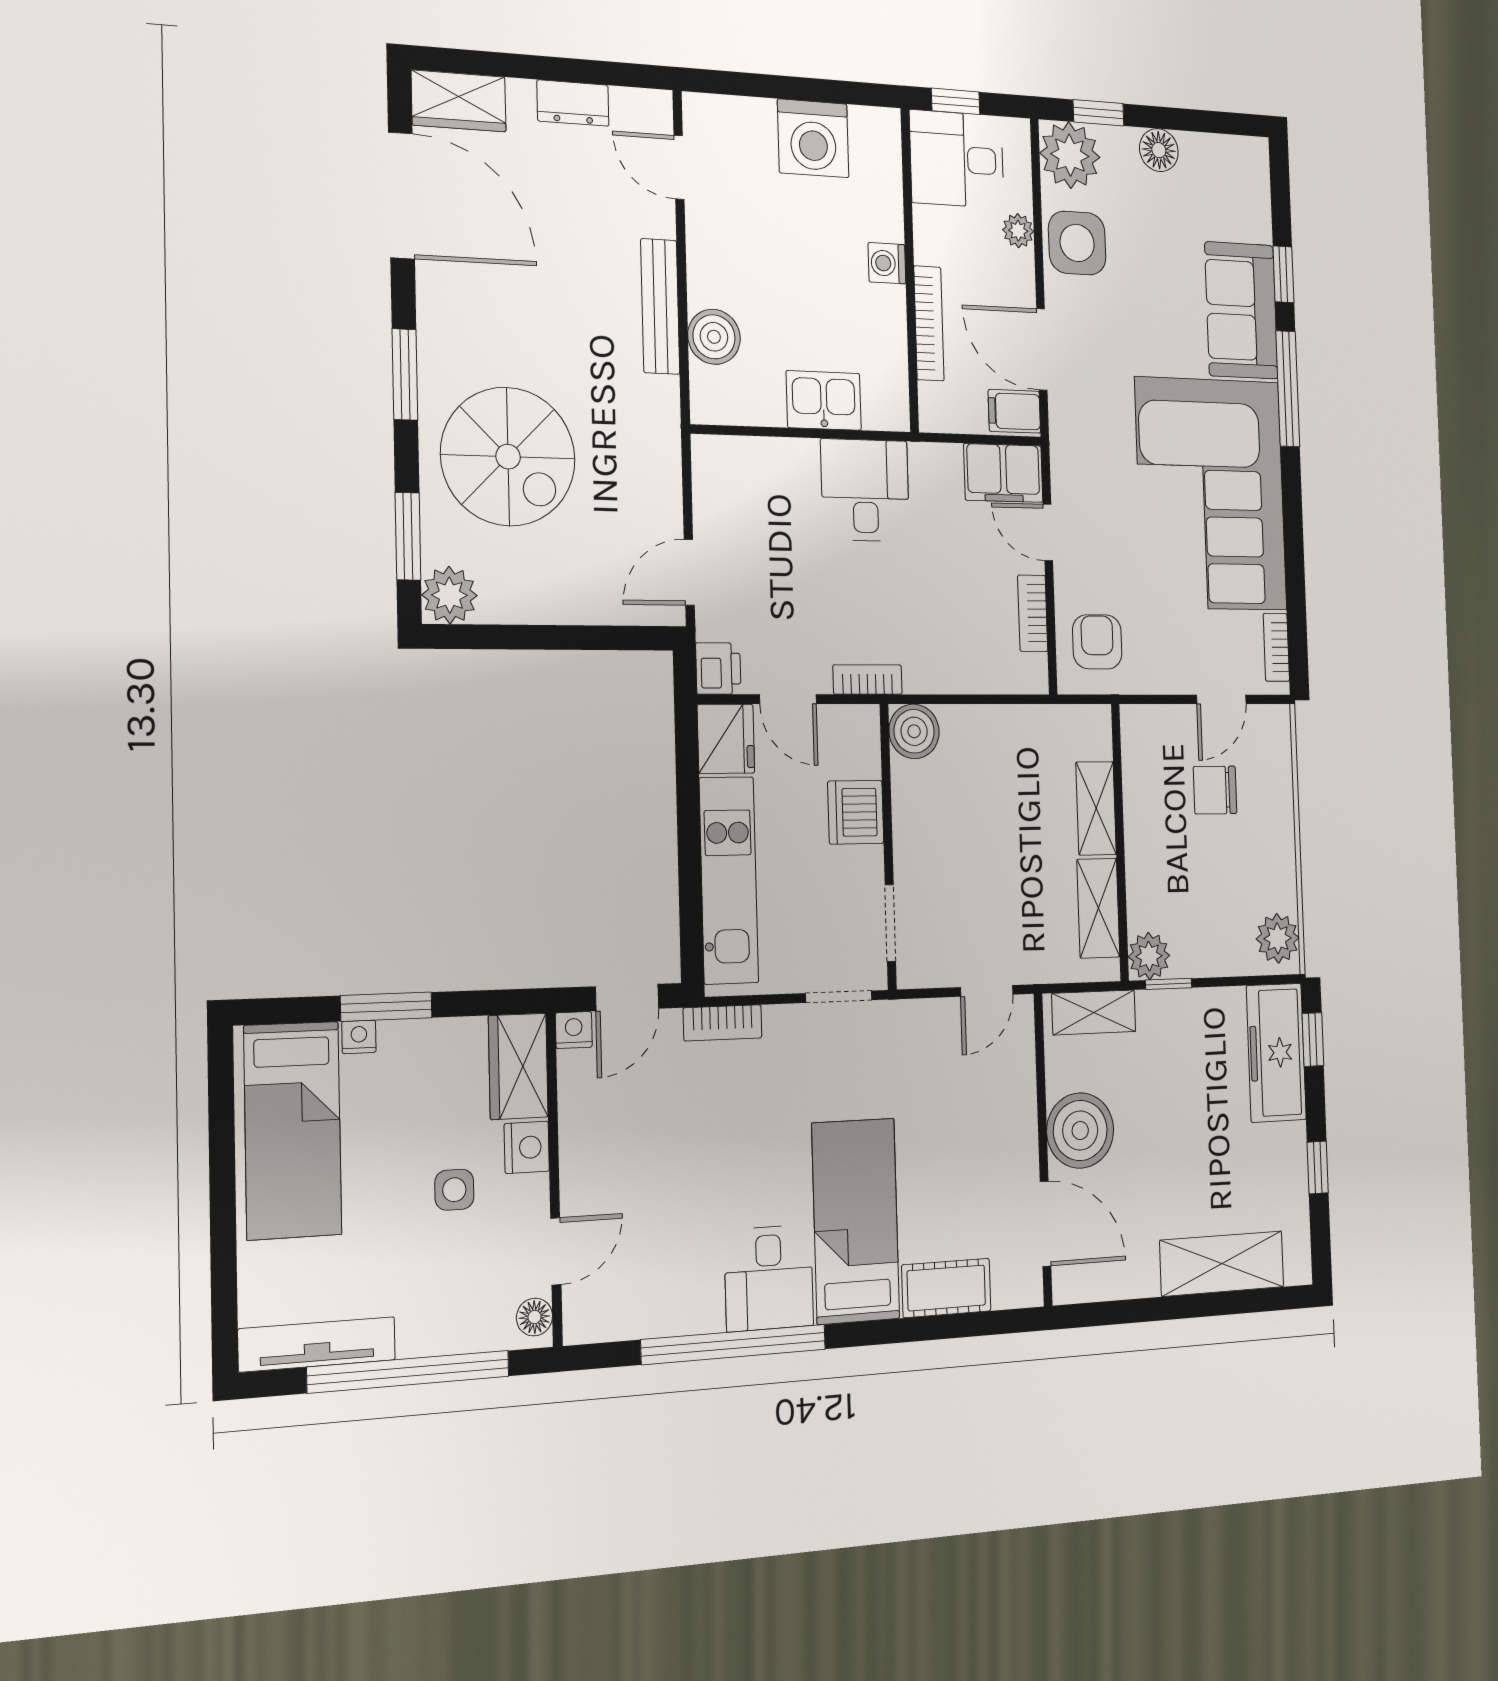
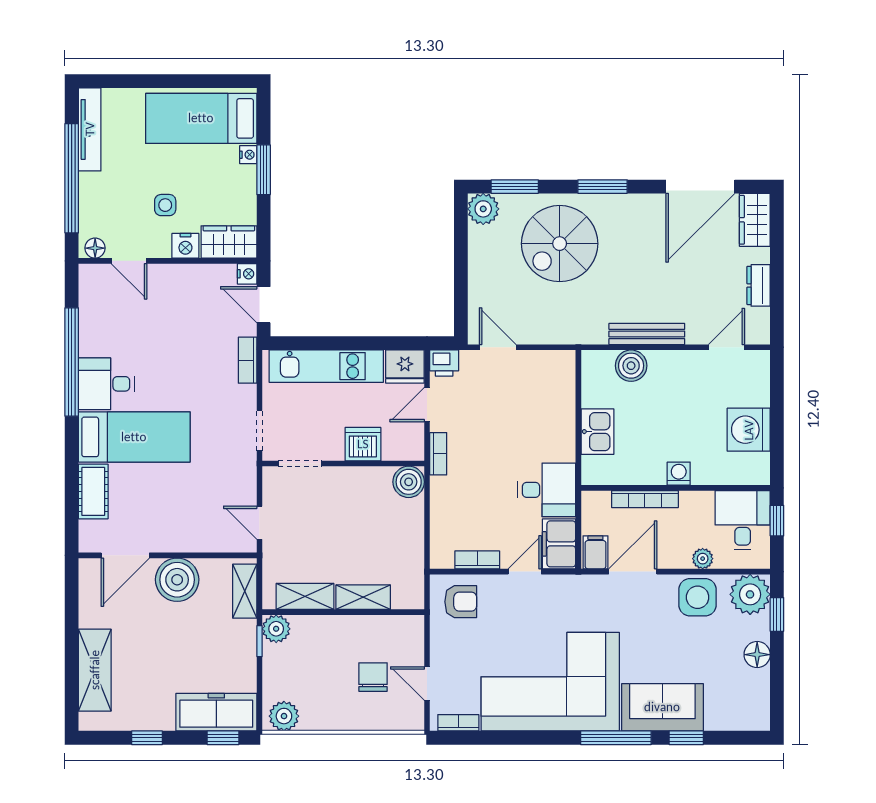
desk: (865, 490) -> (547, 490), moved

